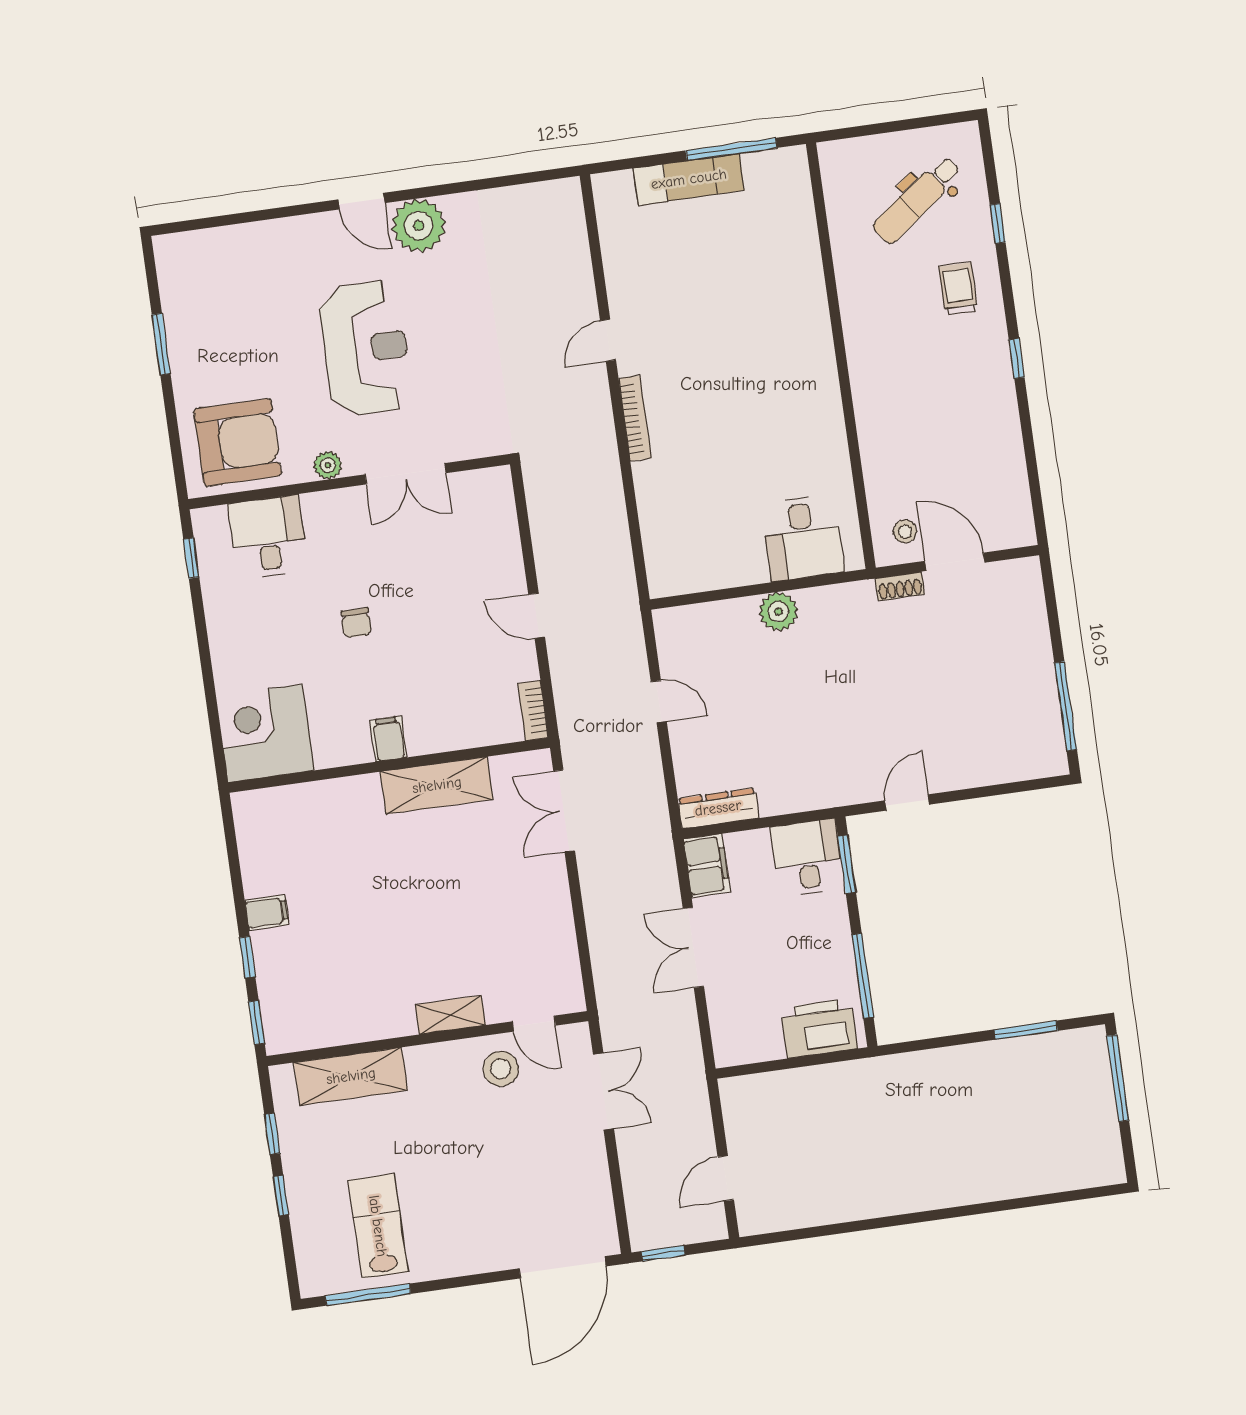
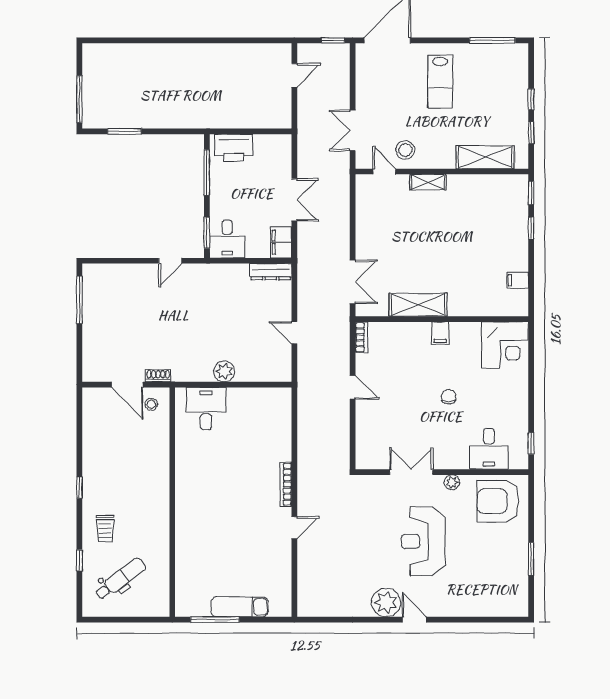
filing cabinet: (267, 912) -> (517, 280), moved
lab bench: (378, 1226) -> (440, 82), moved

